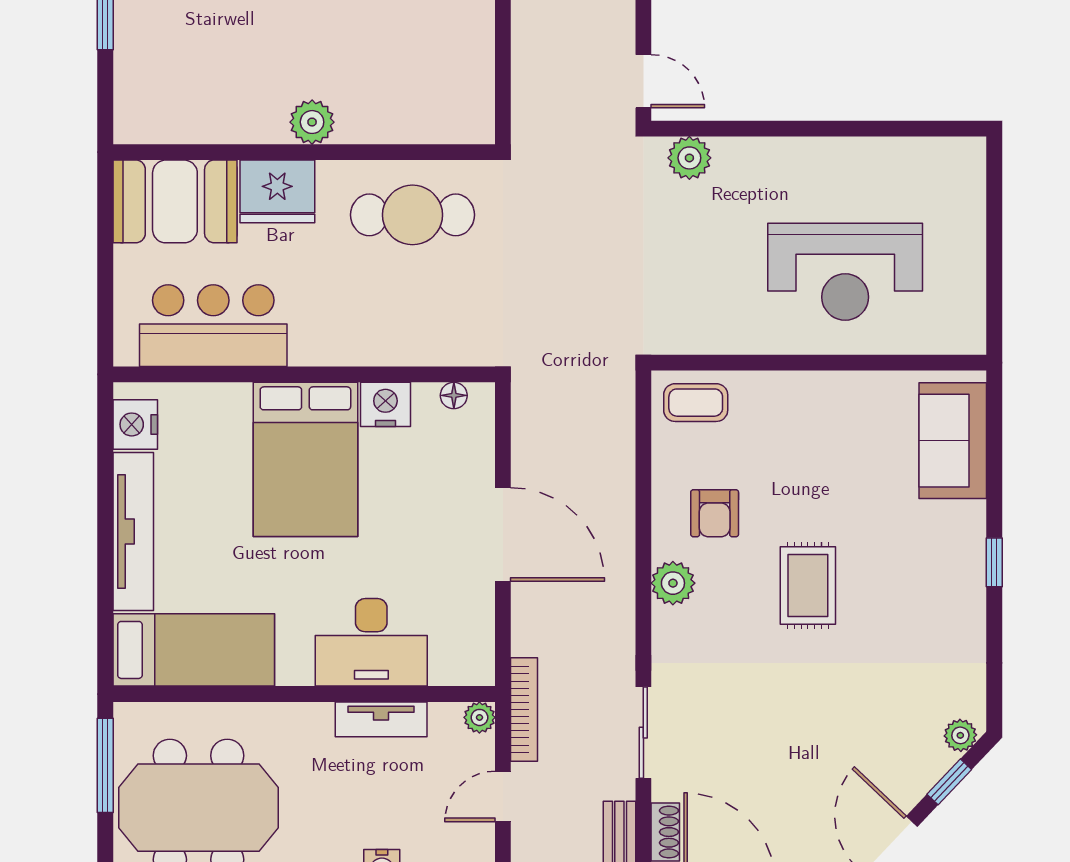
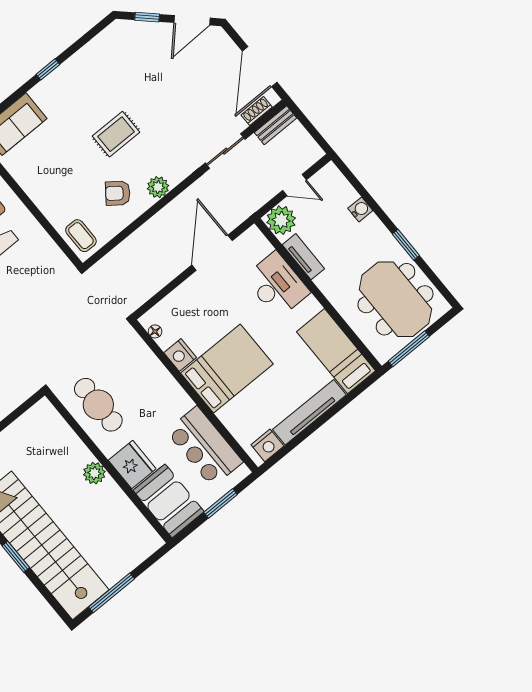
window: (105, 279) -> (221, 503), added
armchair: (715, 513) -> (118, 193), turned -143
door: (503, 534) -> (212, 253), moved
bookcase: (524, 710) -> (254, 205), removed
plant: (479, 717) -> (281, 220), width x1.87, depth x1.87
plant: (960, 735) -> (126, 28), removed

